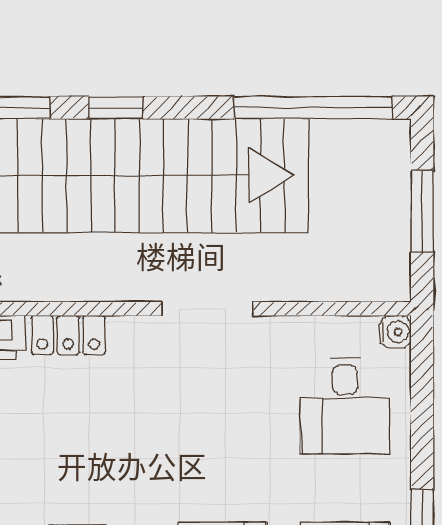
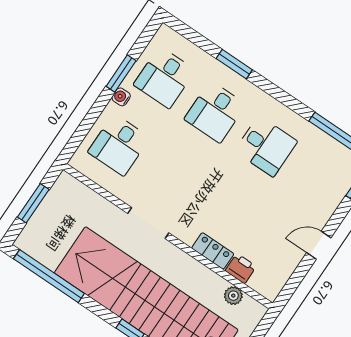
water cooler: (396, 332) -> (121, 97), moved
desk: (345, 406) -> (119, 145), turned 180

